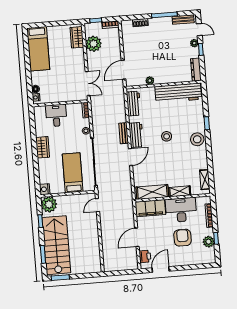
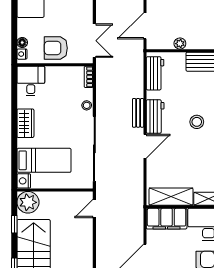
armchair: (60, 91) -> (56, 48), added
desk: (56, 115) -> (31, 81), moved
bed: (73, 173) -> (44, 160), moved, turned 90

